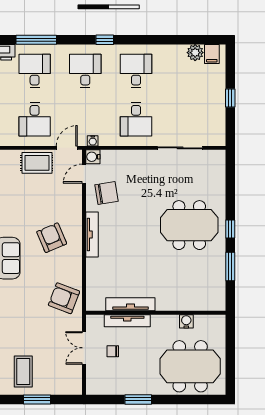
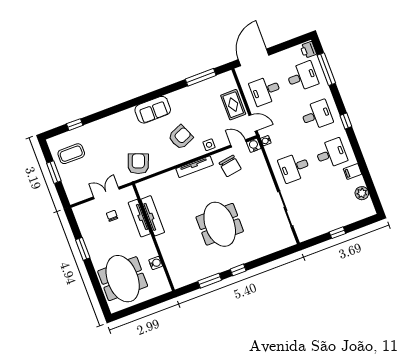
filing cabinet: (212, 54) -> (353, 171), moved
side table: (73, 208) -> (209, 145), added
meeting table: (189, 225) -> (220, 224), moved

